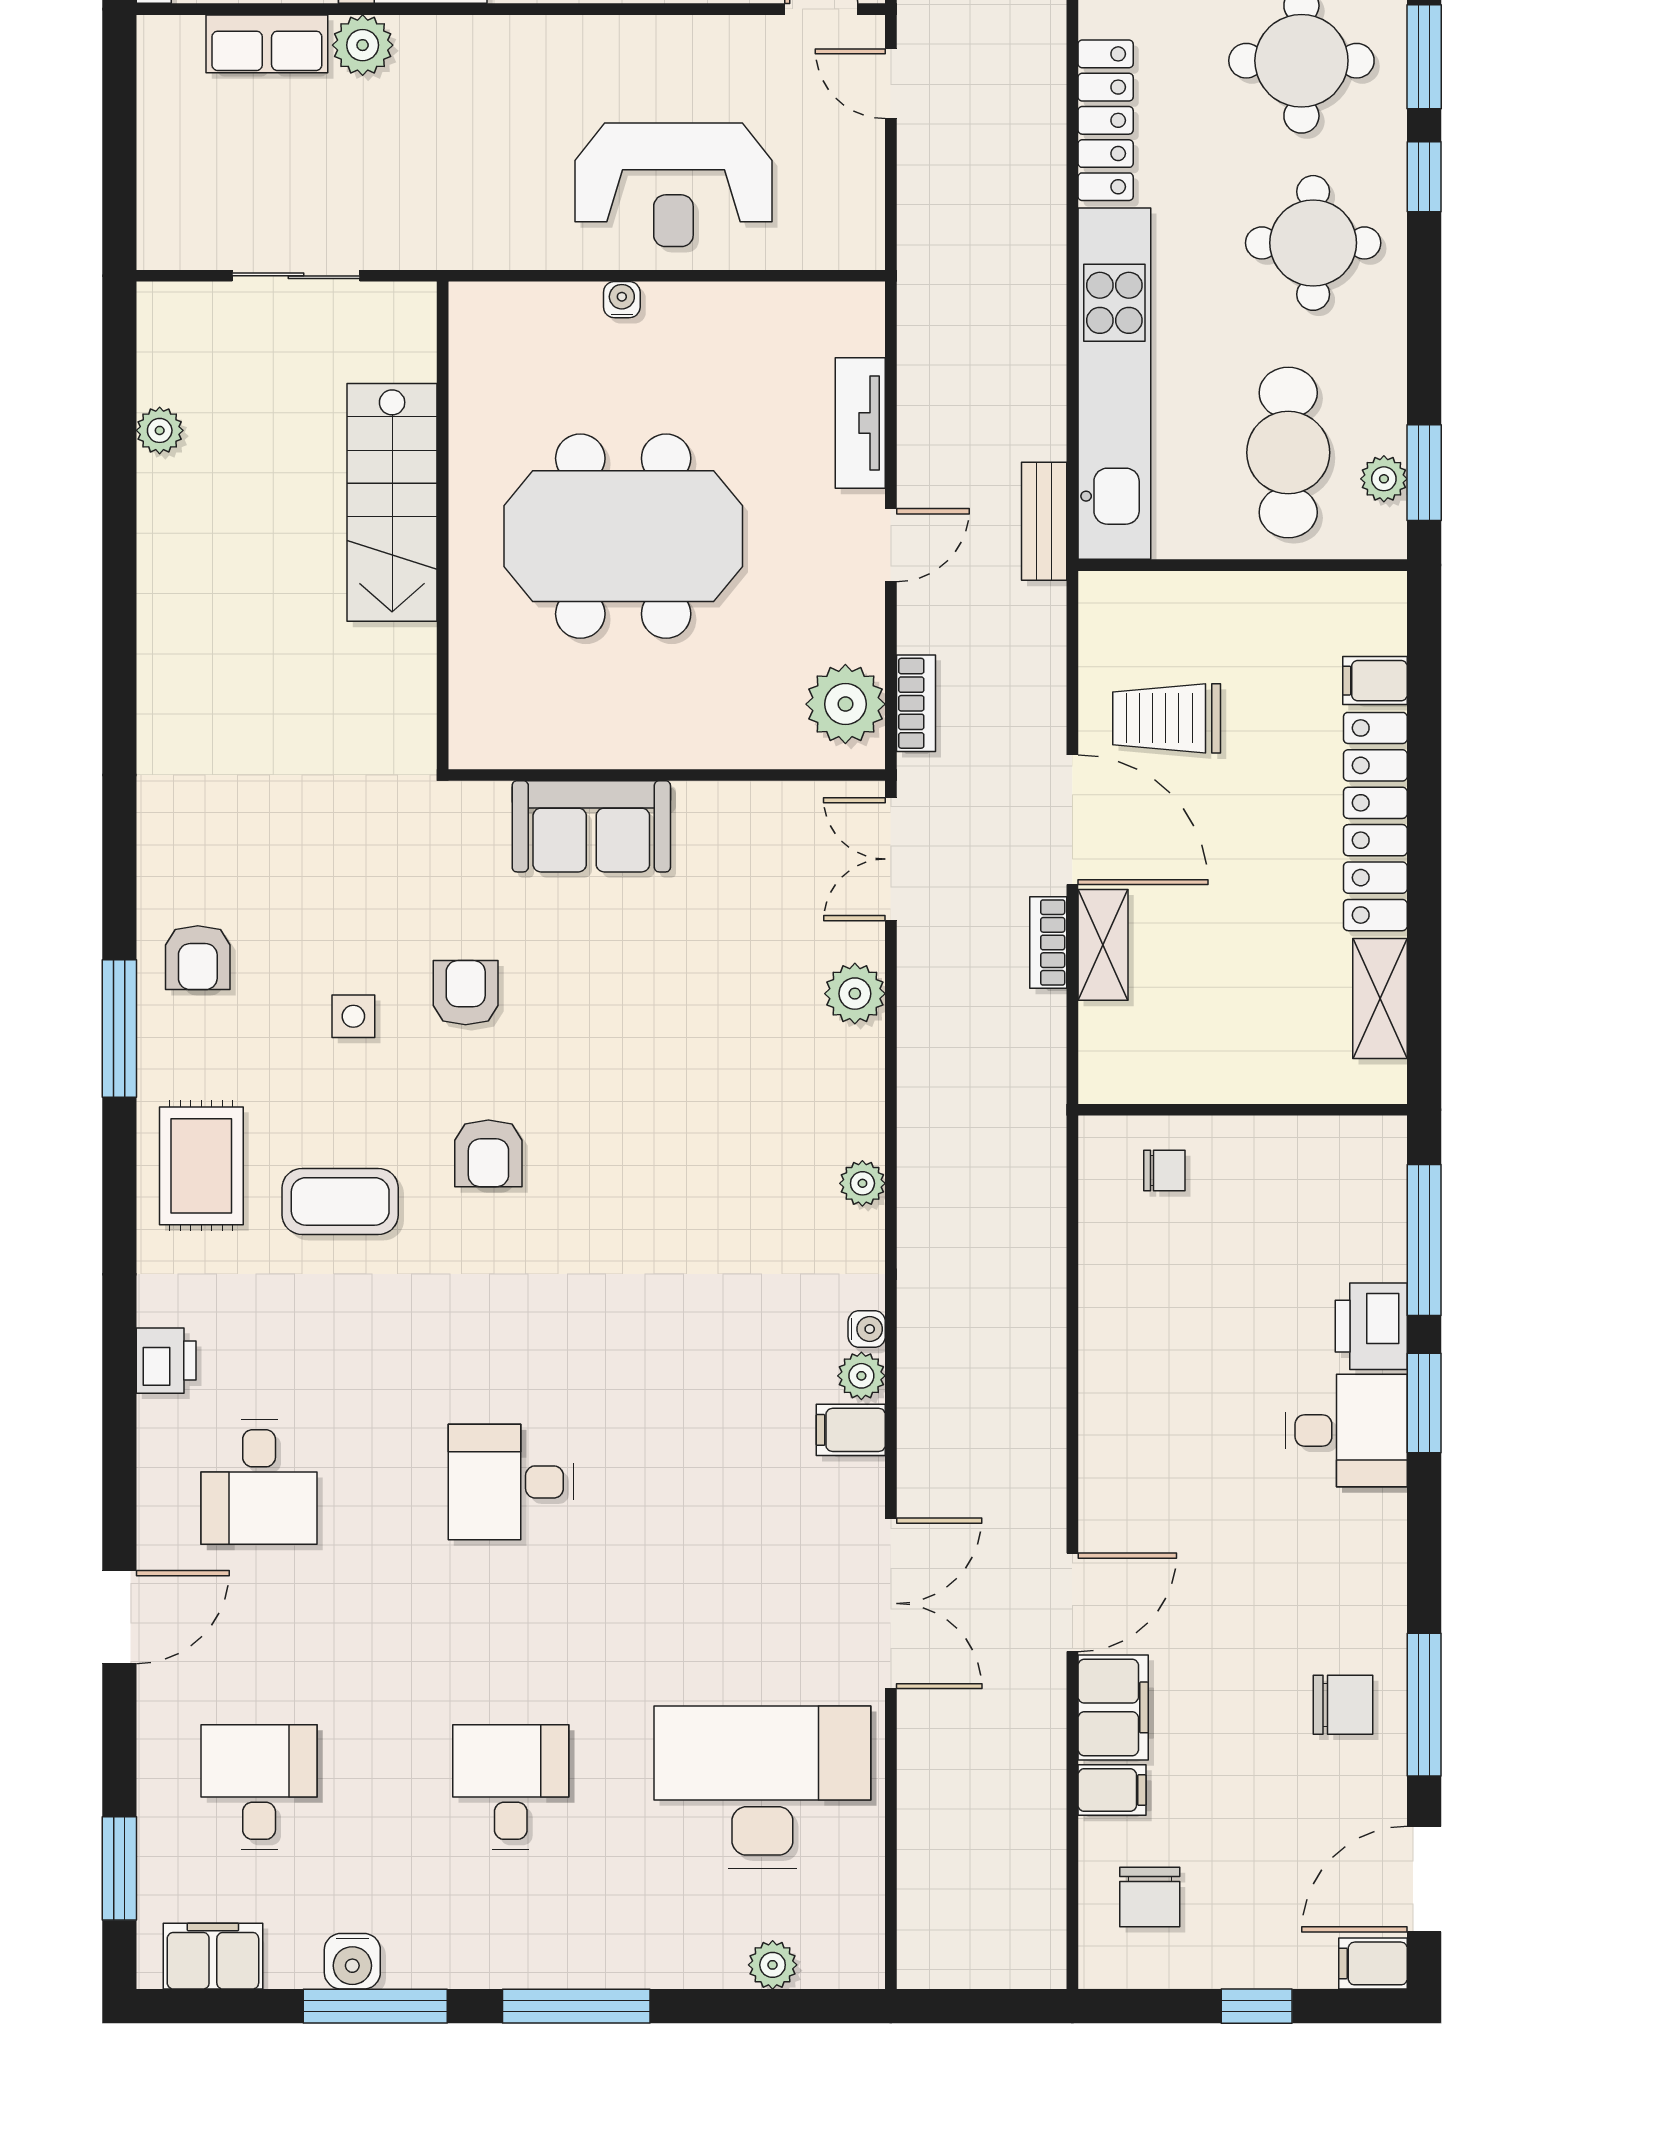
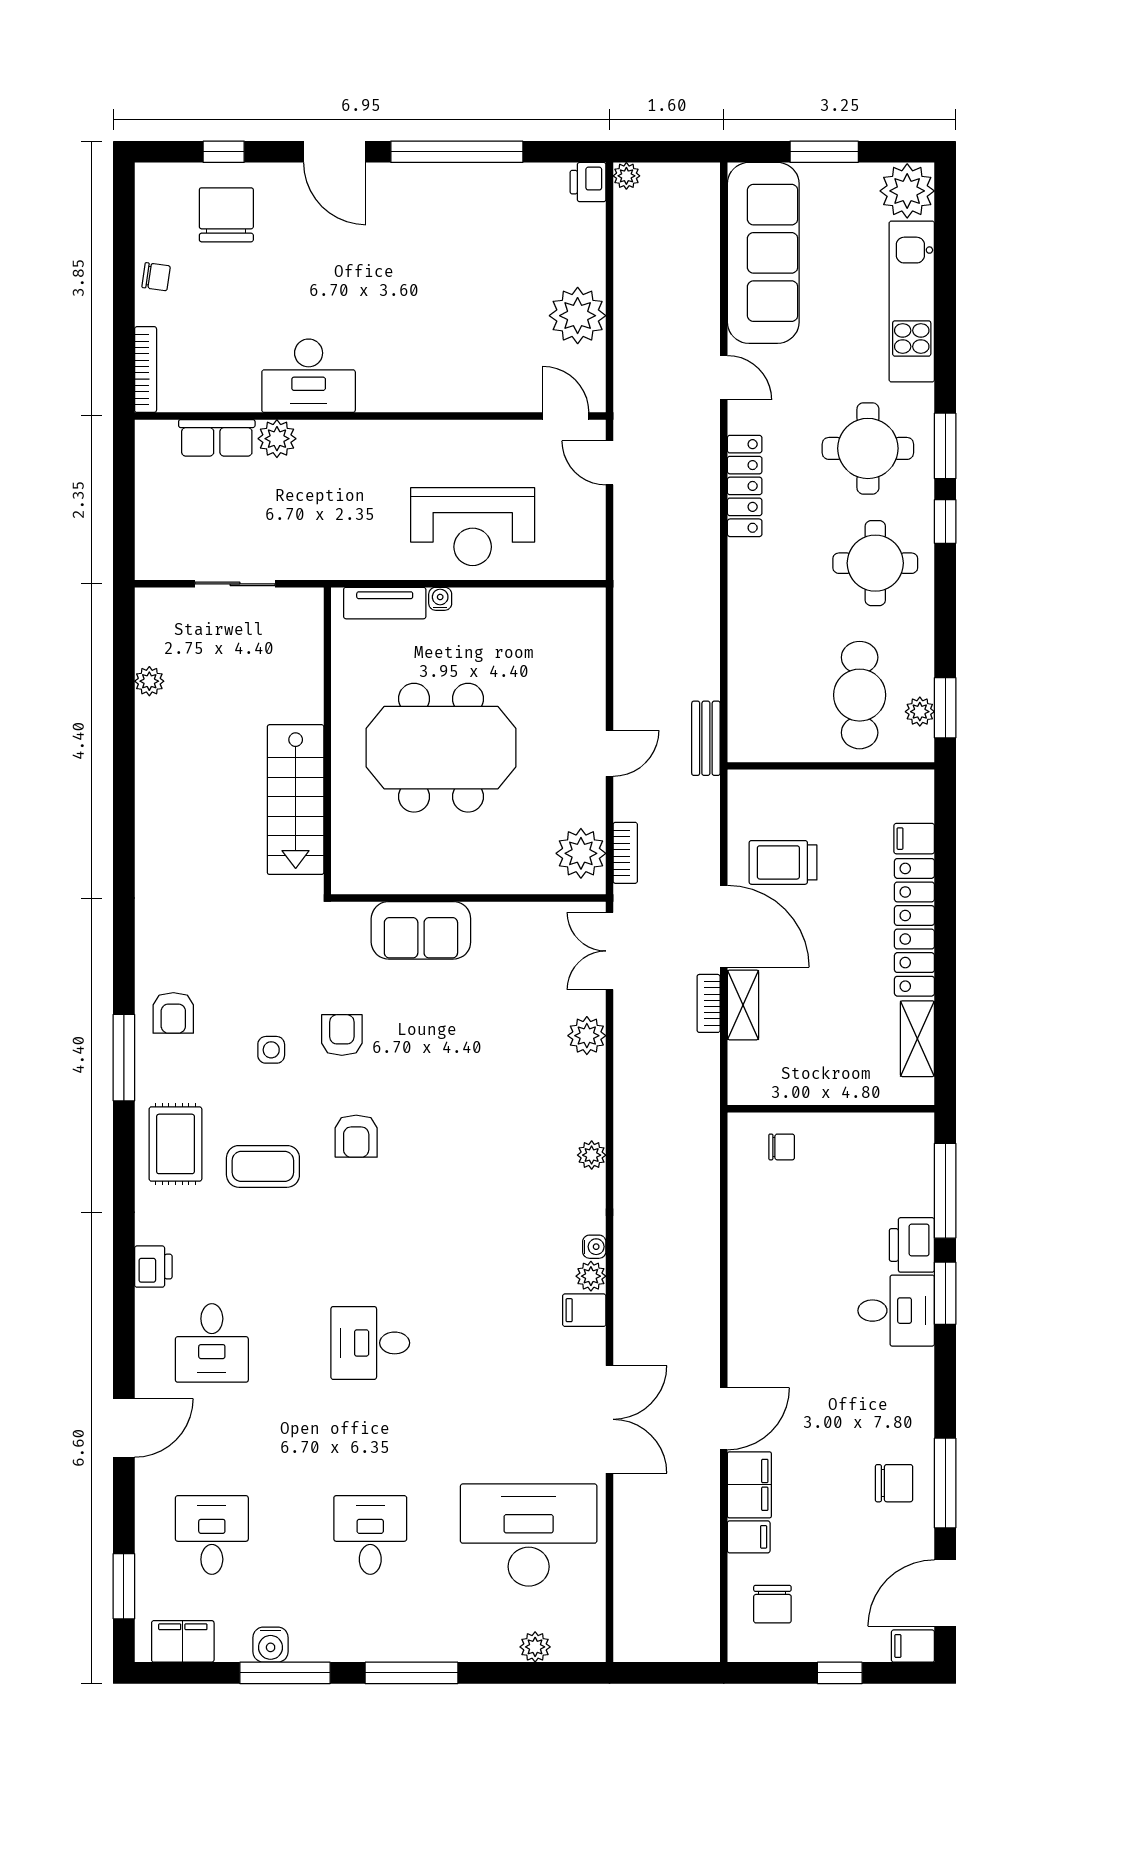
kitchen unit: (1114, 384) -> (750, 652), removed
tv unit: (860, 423) -> (385, 603), moved, turned -90
stairs: (392, 502) -> (296, 800), moved

